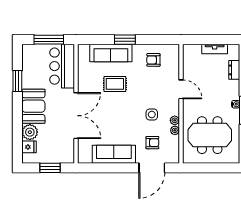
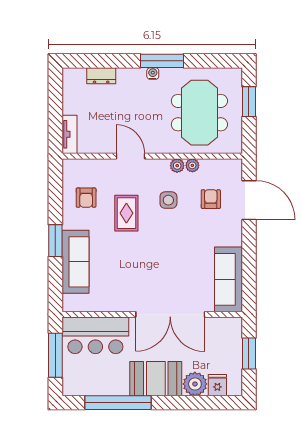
tv unit: (215, 49) -> (69, 134), moved
window: (17, 81) -> (118, 403), width x2.11
rug: (115, 84) -> (126, 213), moved
door: (181, 89) -> (130, 156), hinge flipped
double door: (76, 116) -> (170, 314), swing flipped
sofa: (114, 154) -> (228, 279), moved
window: (217, 168) -> (249, 102), added

